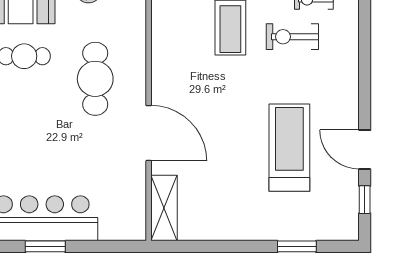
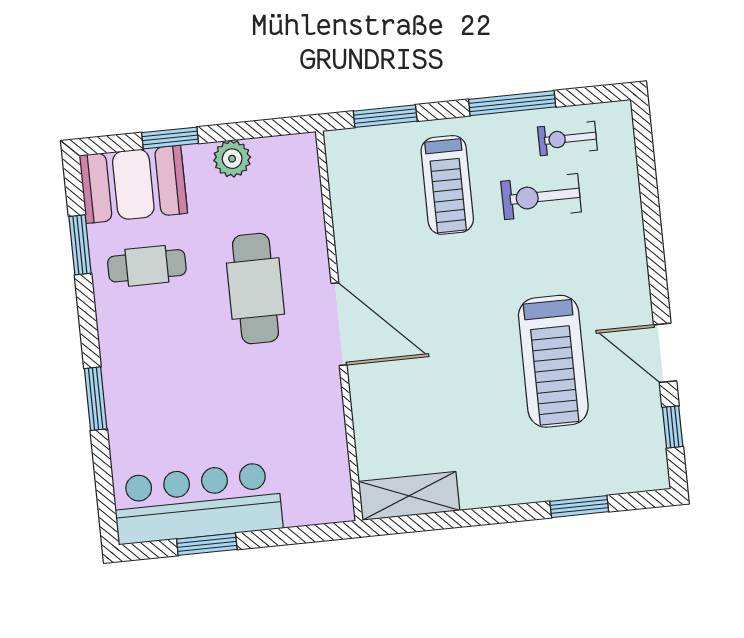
door: (149, 133) -> (339, 324), moved
treadmill: (289, 148) -> (553, 361), turned 180
shelving: (164, 208) -> (409, 496), moved, turned 90

